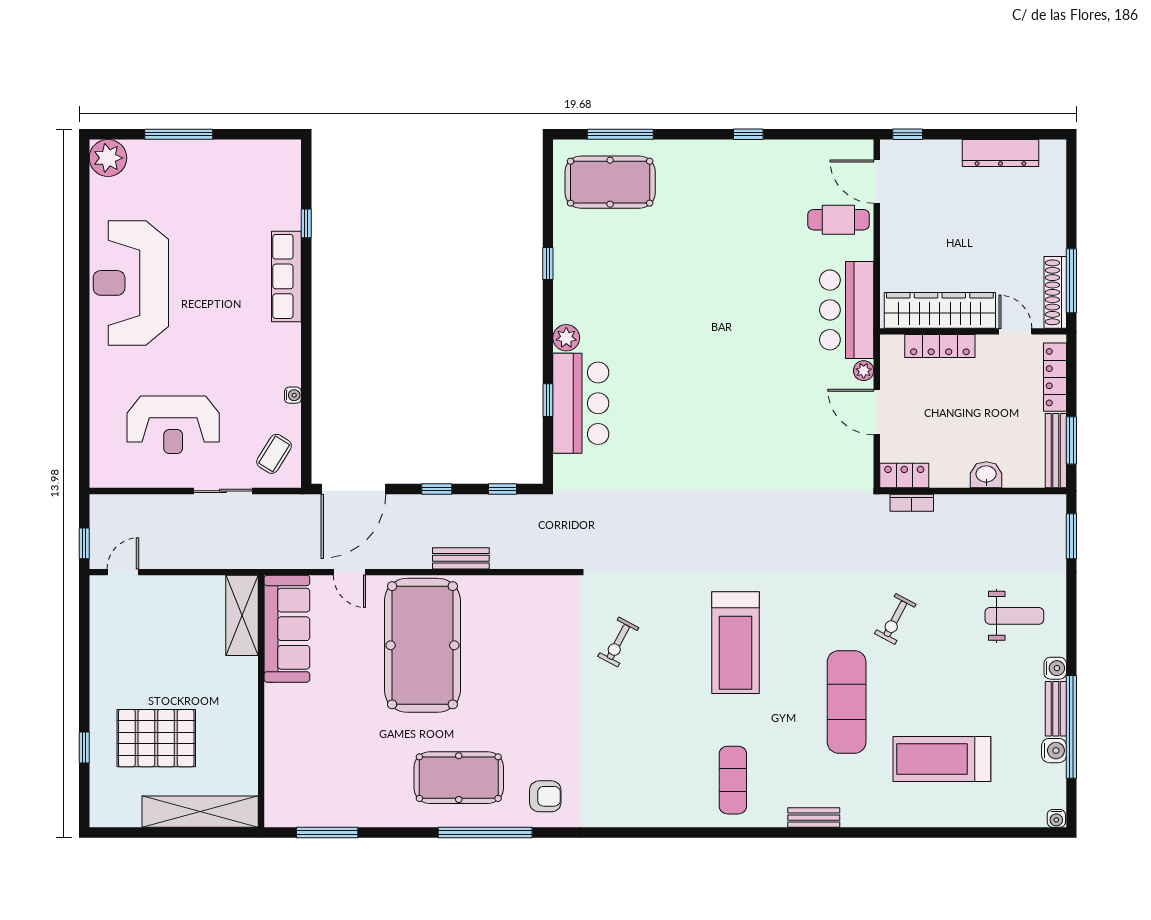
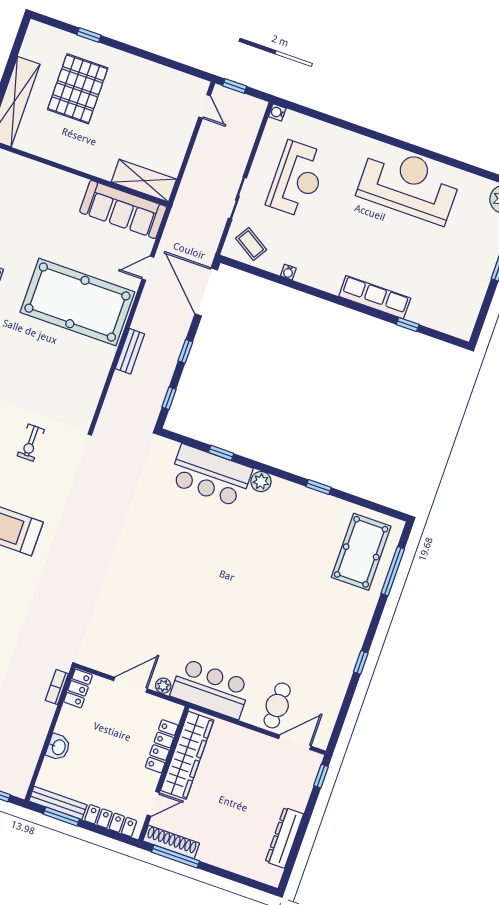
reception desk: (173, 425) -> (297, 179), turned 180
water cooler: (98, 479) -> (277, 112), added
exercise bike: (618, 642) -> (31, 443), turned -118

